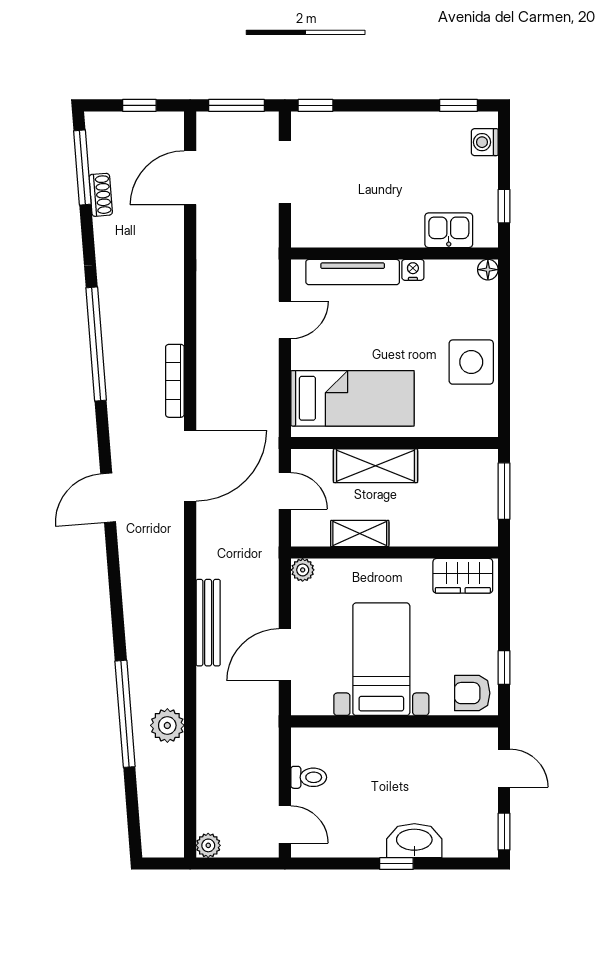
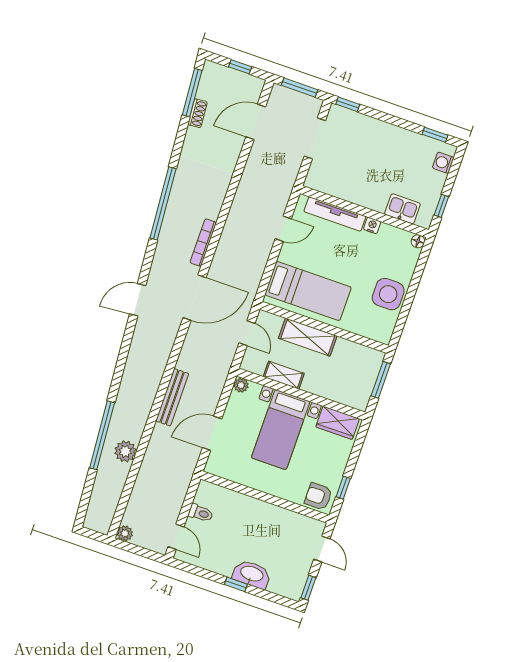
bed with nightstands: (381, 659) -> (281, 430), moved, turned 180

